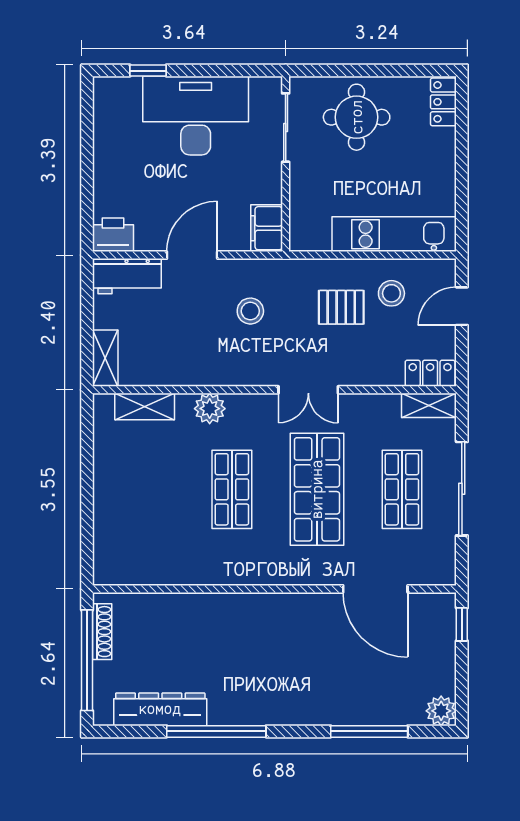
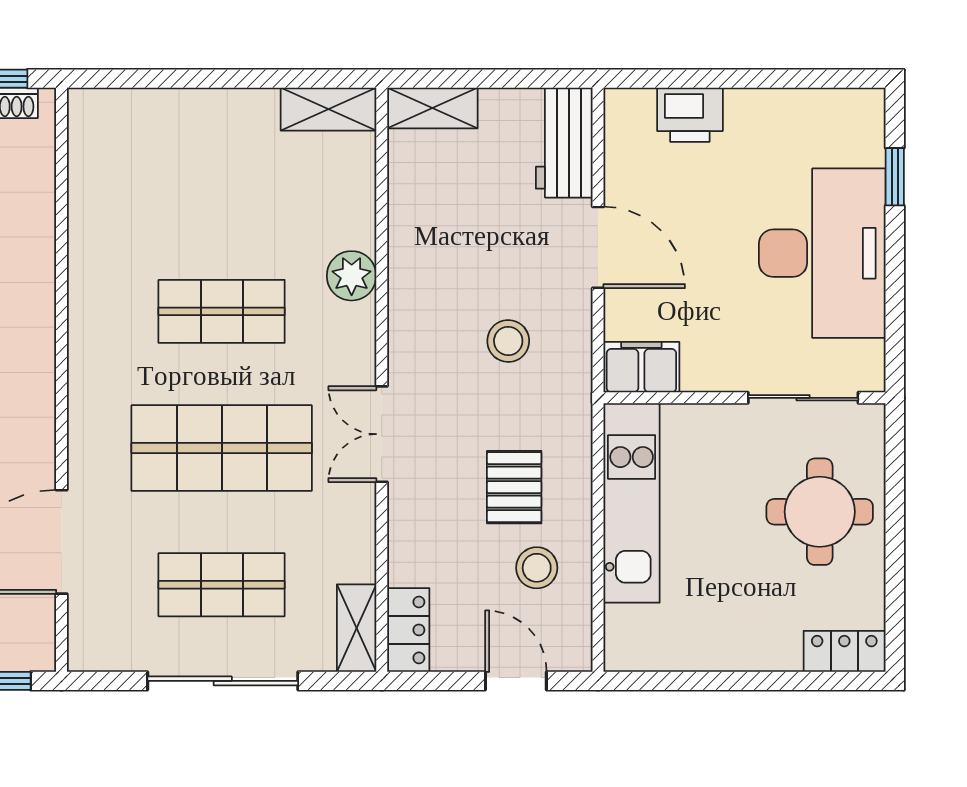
kitchen unit: (394, 234) -> (632, 503), moved
printer: (113, 235) -> (690, 115), moved, turned 90
shelving: (145, 406) -> (328, 109), moved, turned 90

